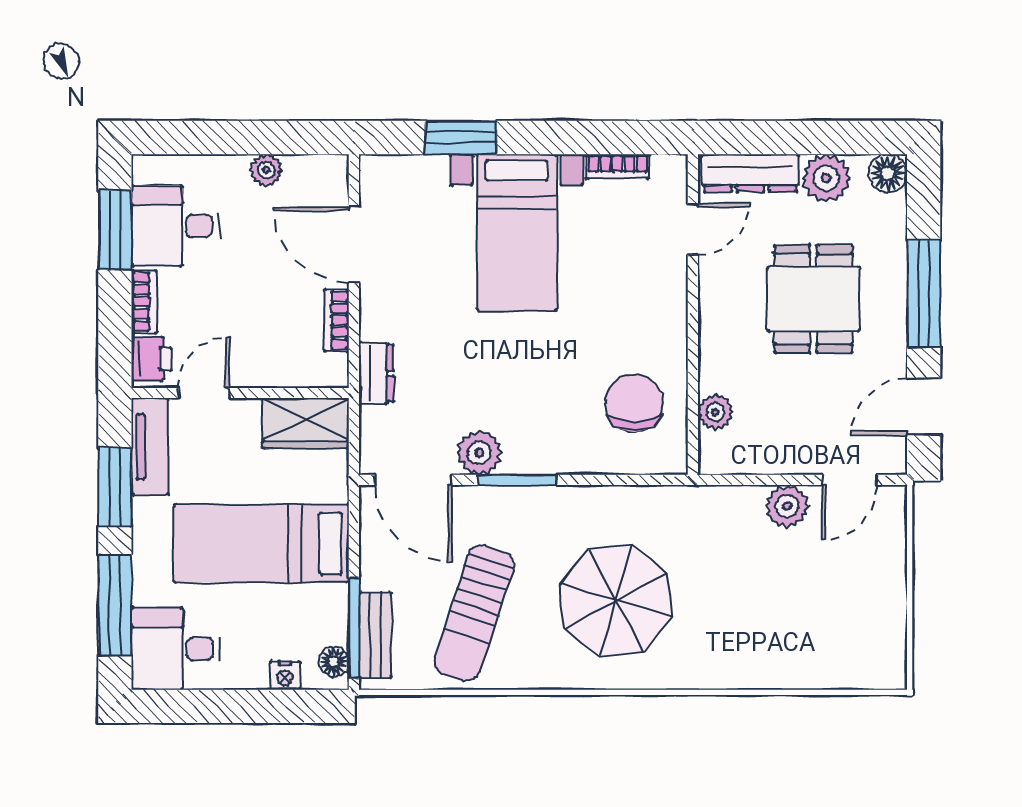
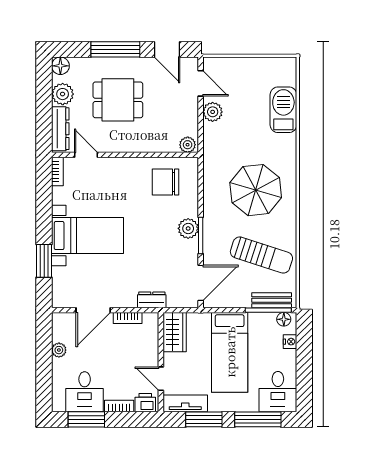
bookcase: (618, 167) -> (57, 172), moved
plant: (715, 412) -> (188, 145), moved
plant: (479, 453) -> (188, 228), moved
barbecue: (792, 661) -> (283, 110), added

